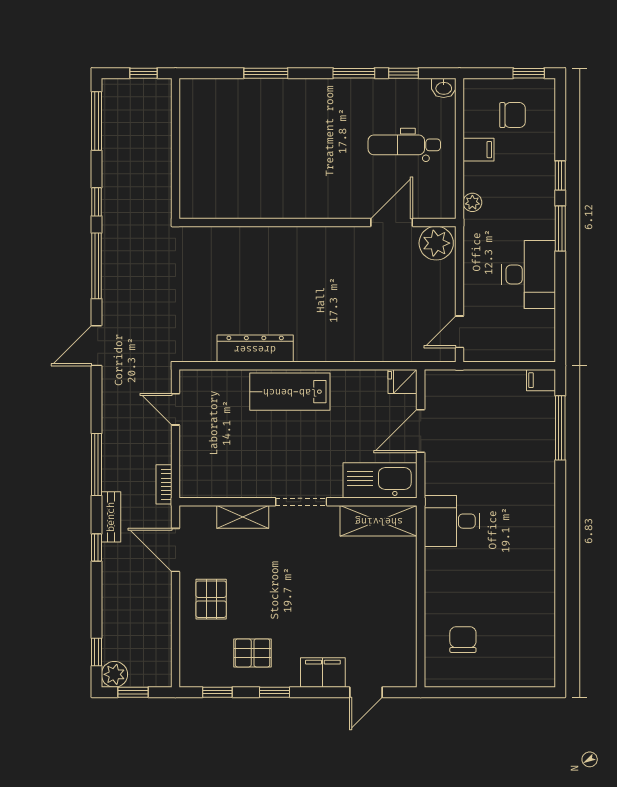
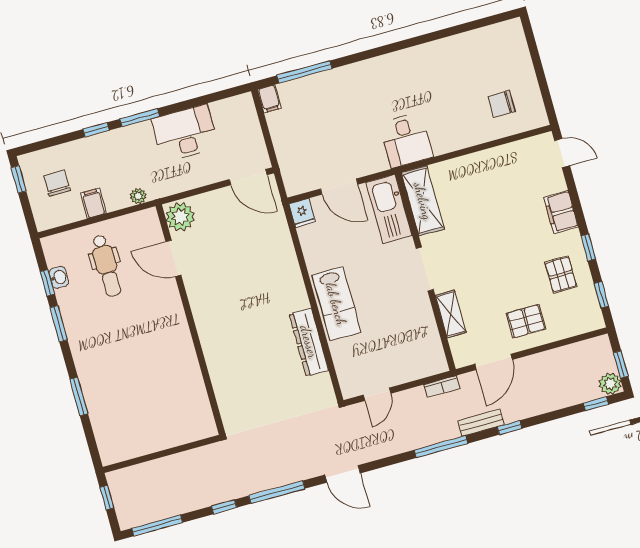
washbasin: (444, 88) -> (59, 277), moved
door: (459, 332) -> (248, 177), width x1.38
door: (366, 692) -> (562, 153), moved

